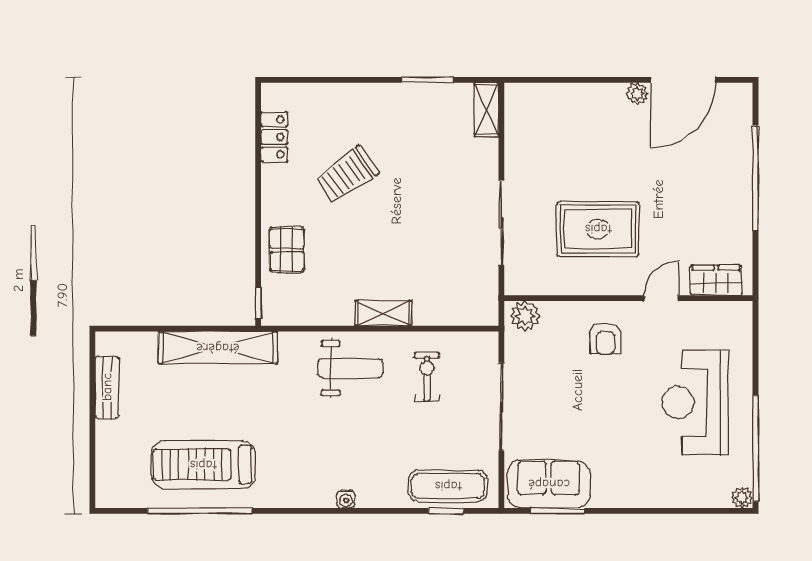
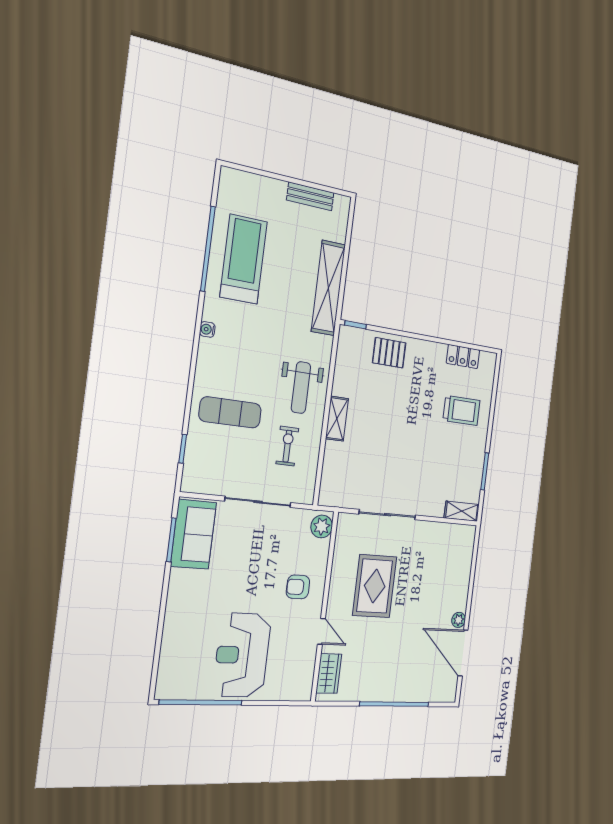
trolley: (347, 175) -> (461, 410), moved, turned 125
exercise bike: (427, 377) -> (287, 446), turned -90
reception desk: (695, 403) -> (242, 655), turned -90
exercise mat: (448, 486) -> (230, 412), moved, turned 90
plant: (742, 497) -> (163, 691), removed
water cooler: (346, 499) -> (207, 329), moved

